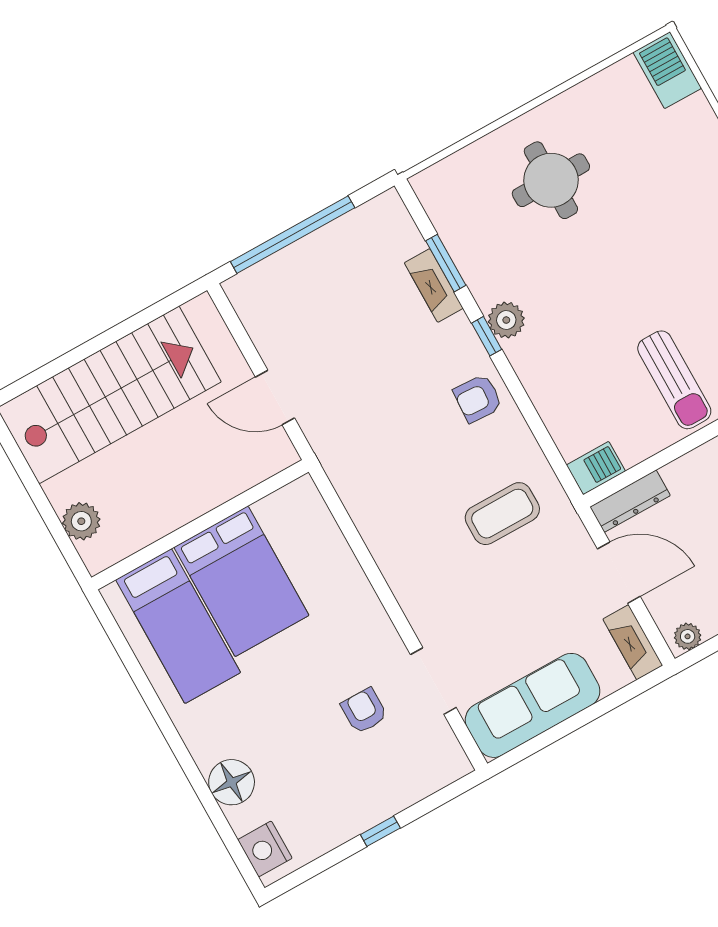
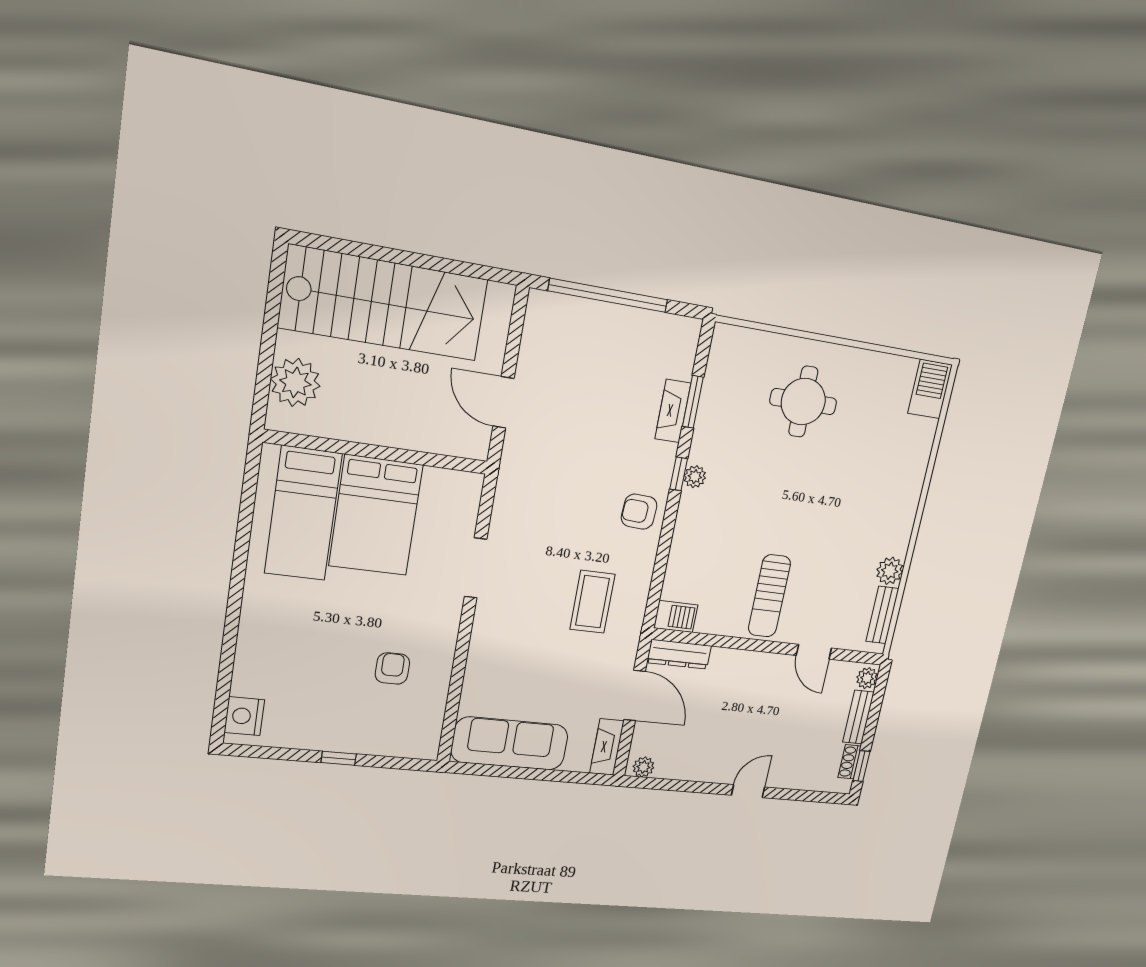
plant: (506, 320) -> (695, 477), width x0.73, depth x0.73
coffee table: (502, 514) -> (592, 602), turned 90
plant: (81, 521) -> (295, 382), width x1.36, depth x1.36
doorway: (433, 681) -> (476, 568), moved
floor lamp: (232, 782) -> (256, 653), removed

